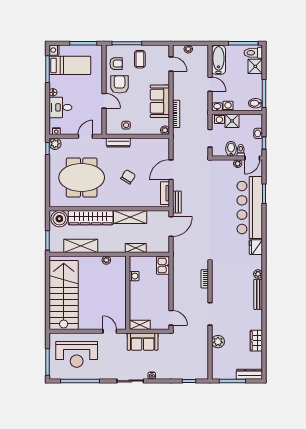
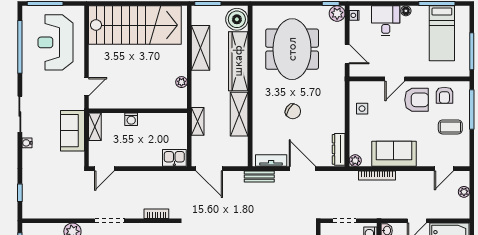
nightstand: (54, 50) -> (462, 12), removed
dresser: (118, 143) -> (339, 149), moved
door: (171, 226) -> (209, 169), moved
washing machine: (134, 276) -> (131, 119), moved

